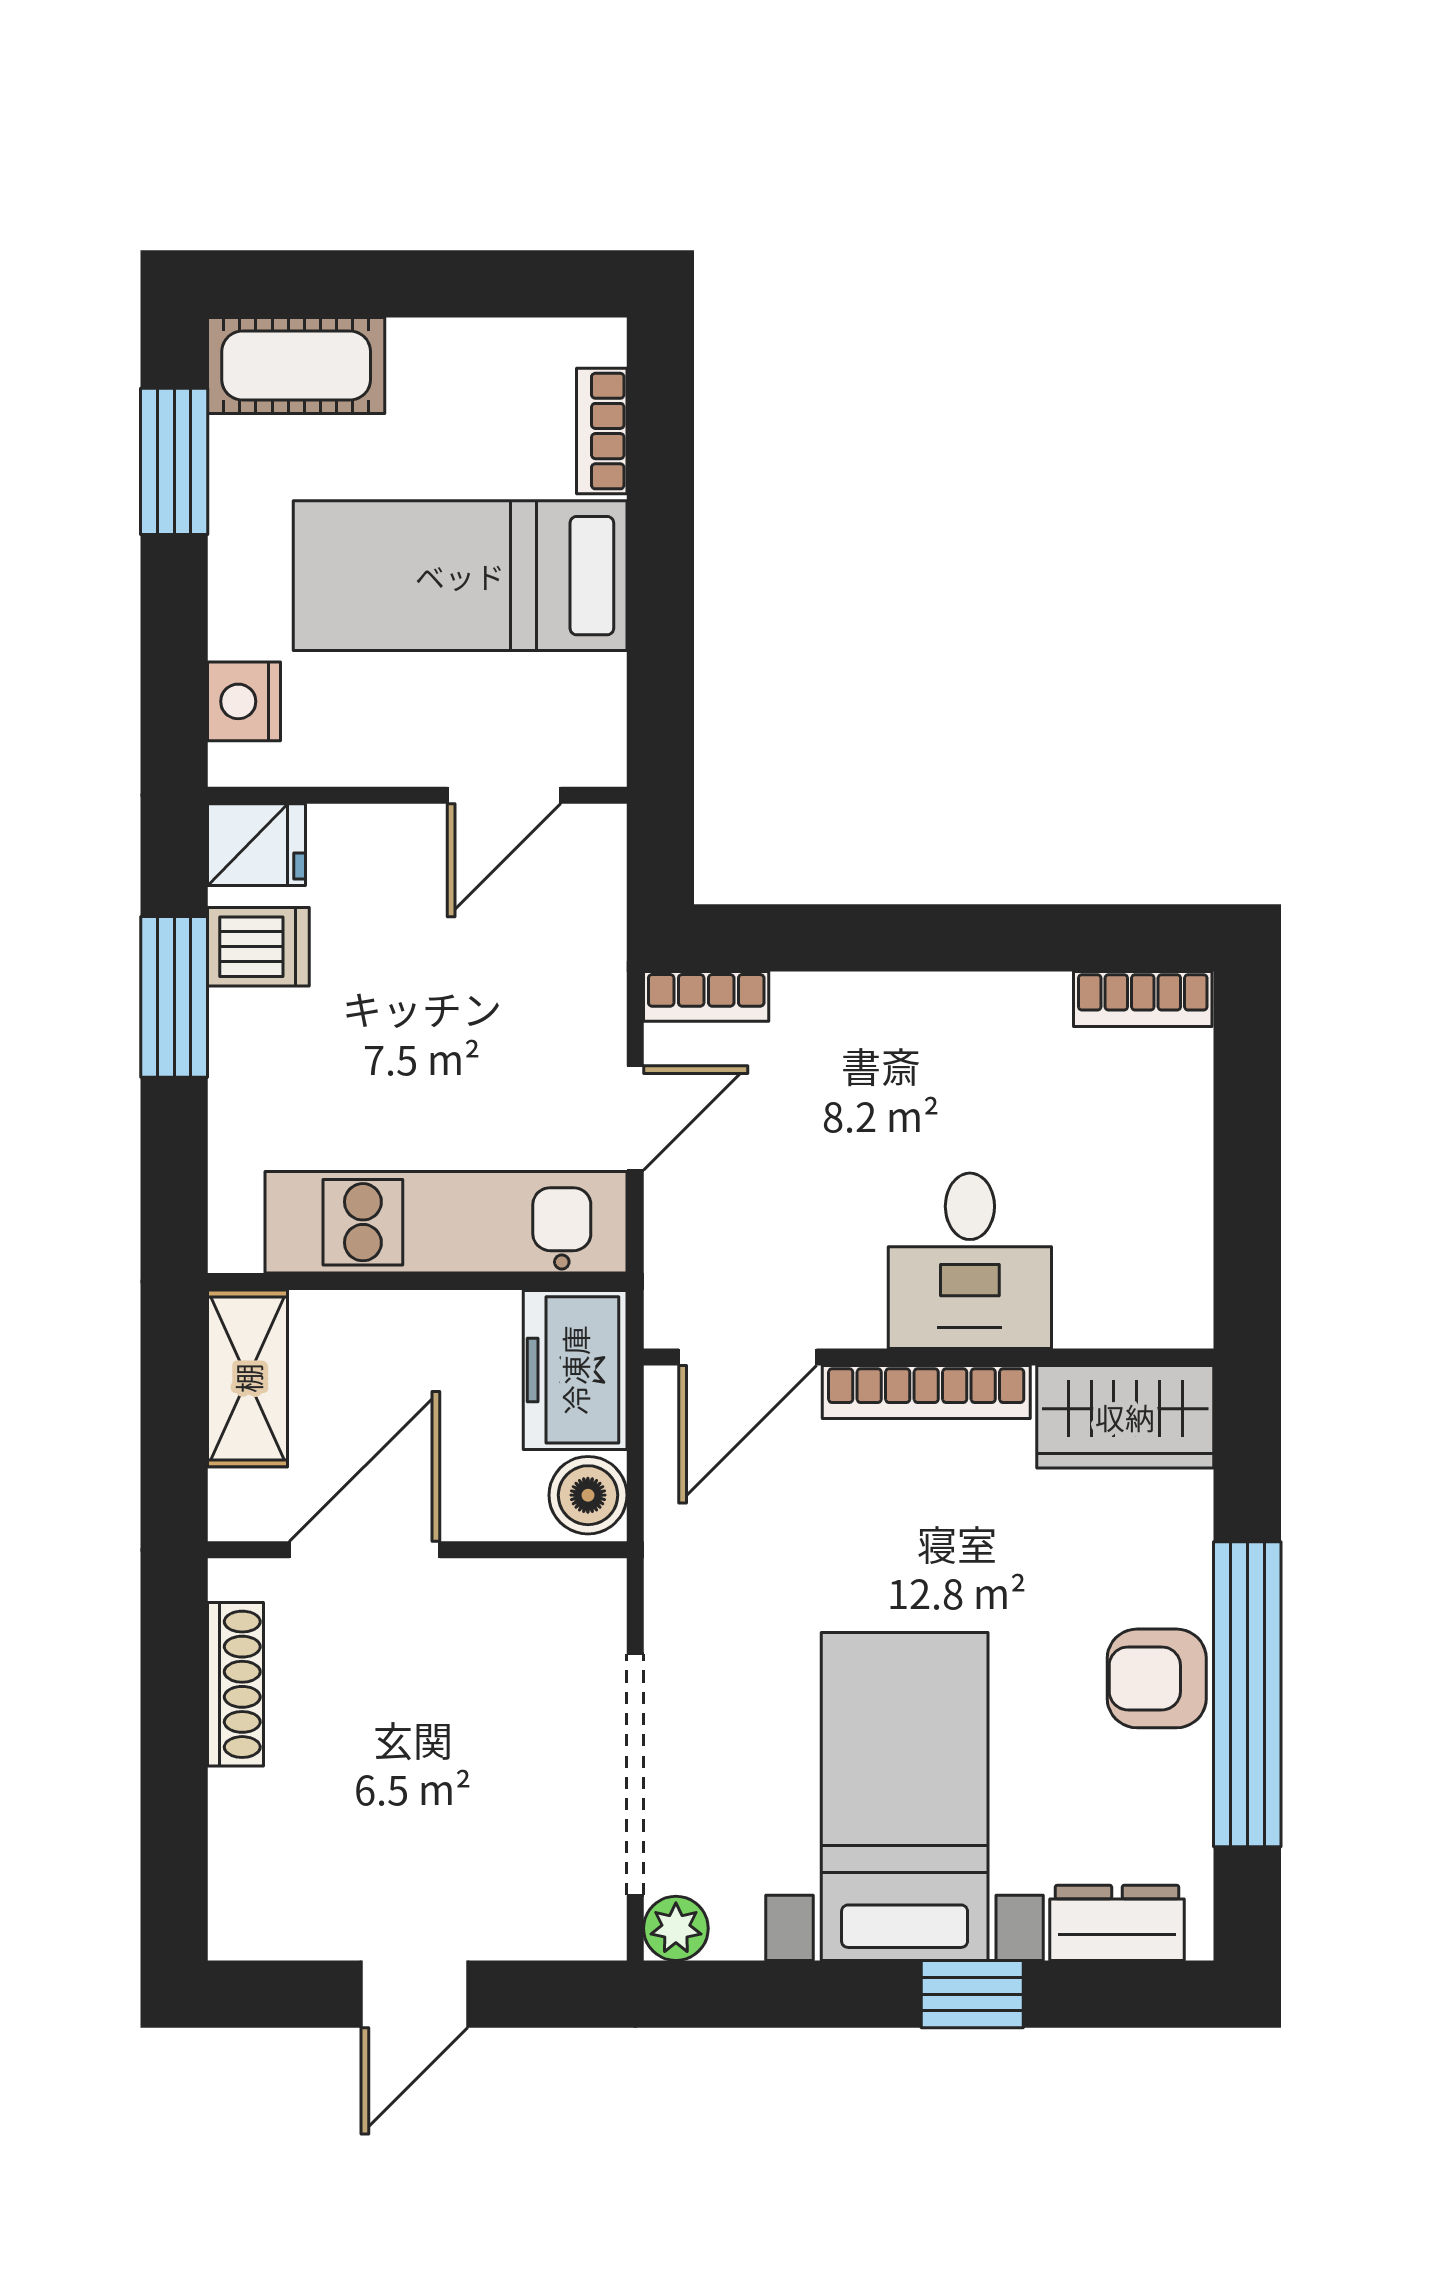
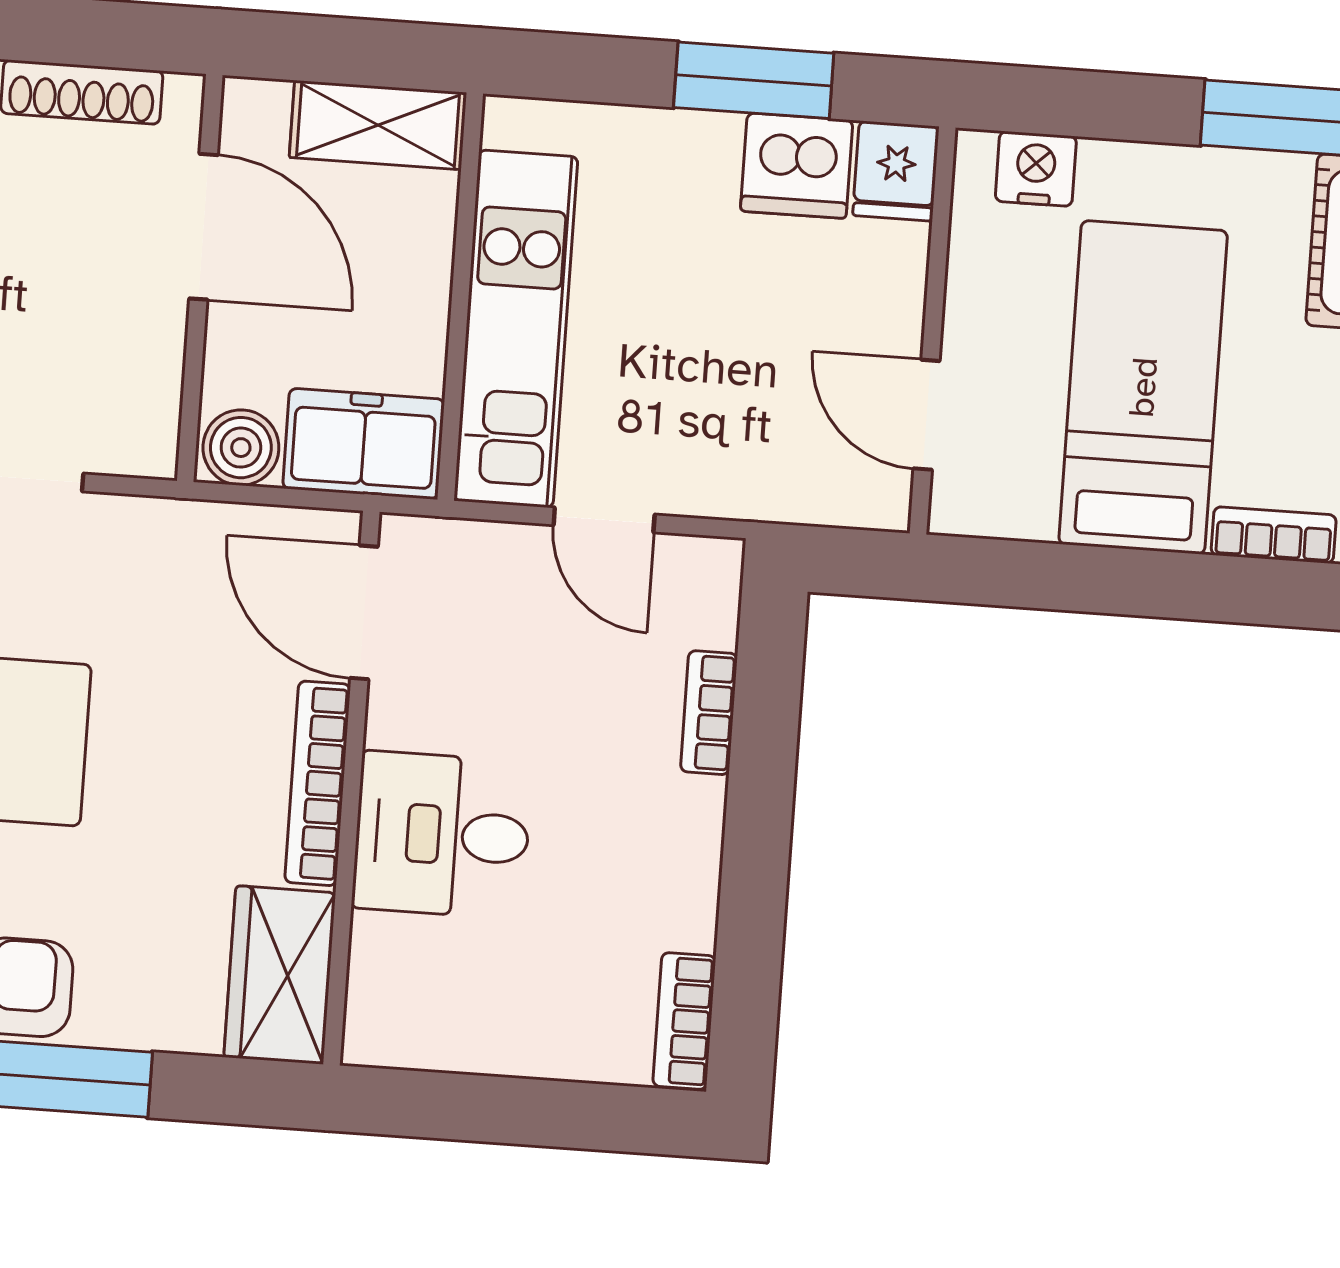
dishwasher: (258, 947) -> (797, 166), width x1.38
bookcase: (706, 996) -> (709, 713), moved

